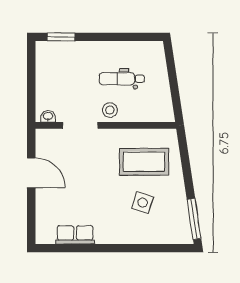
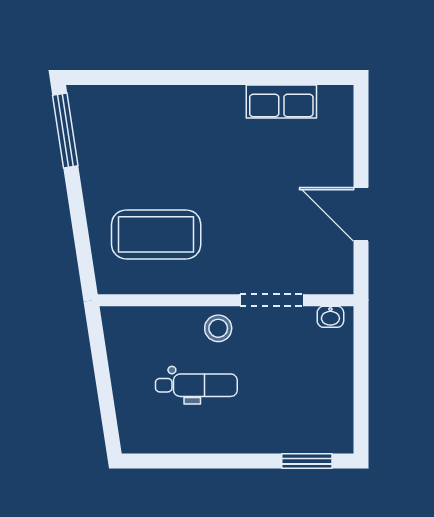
side table: (143, 203) -> (159, 160), removed

